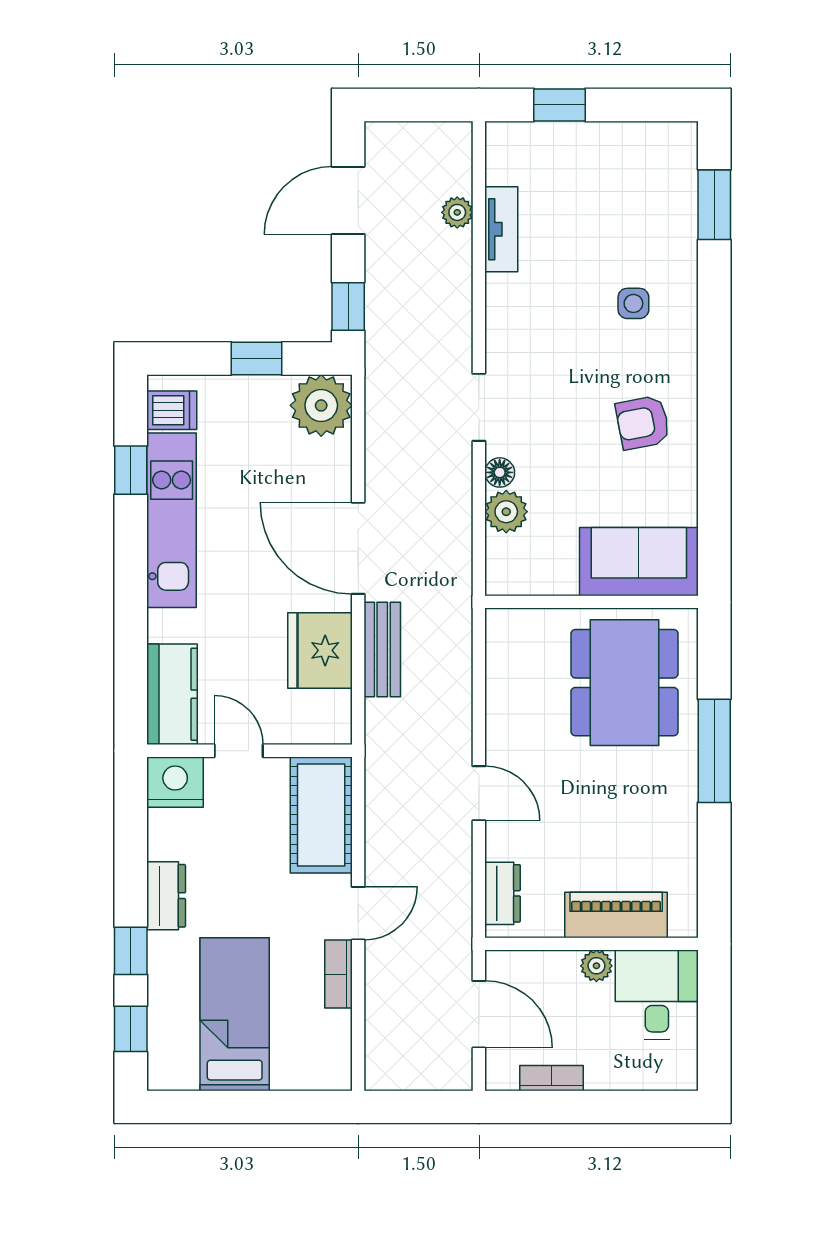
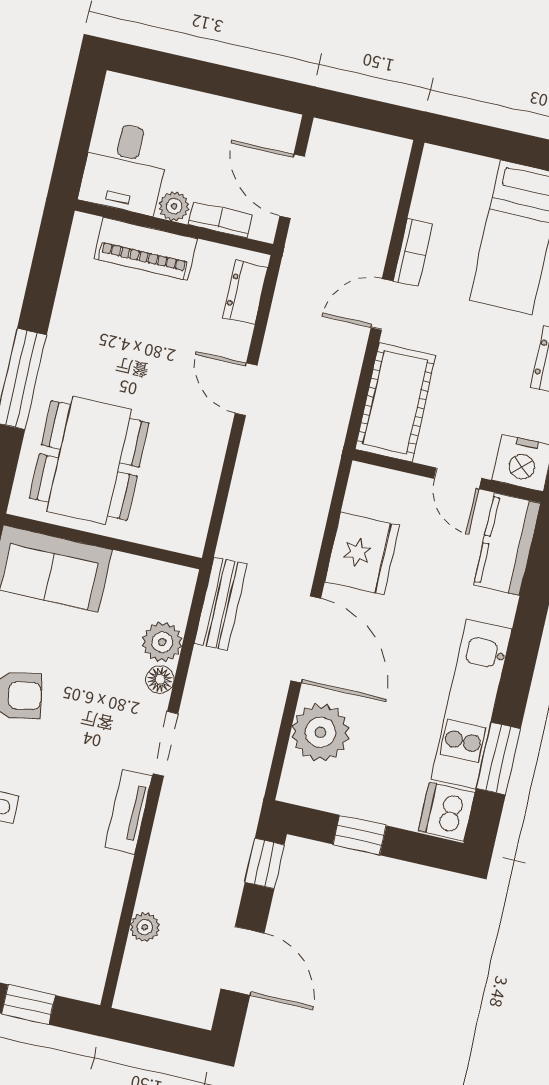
door: (348, 200) -> (242, 961), hinge flipped
tv unit: (501, 229) -> (129, 812), moved
plant: (321, 405) -> (320, 732), moved
dishwasher: (172, 410) -> (447, 812), width x1.38
window: (131, 470) -> (498, 759), width x1.50
bench: (382, 650) -> (221, 604), moved
bookcase: (551, 1078) -> (220, 220), moved, turned 180

